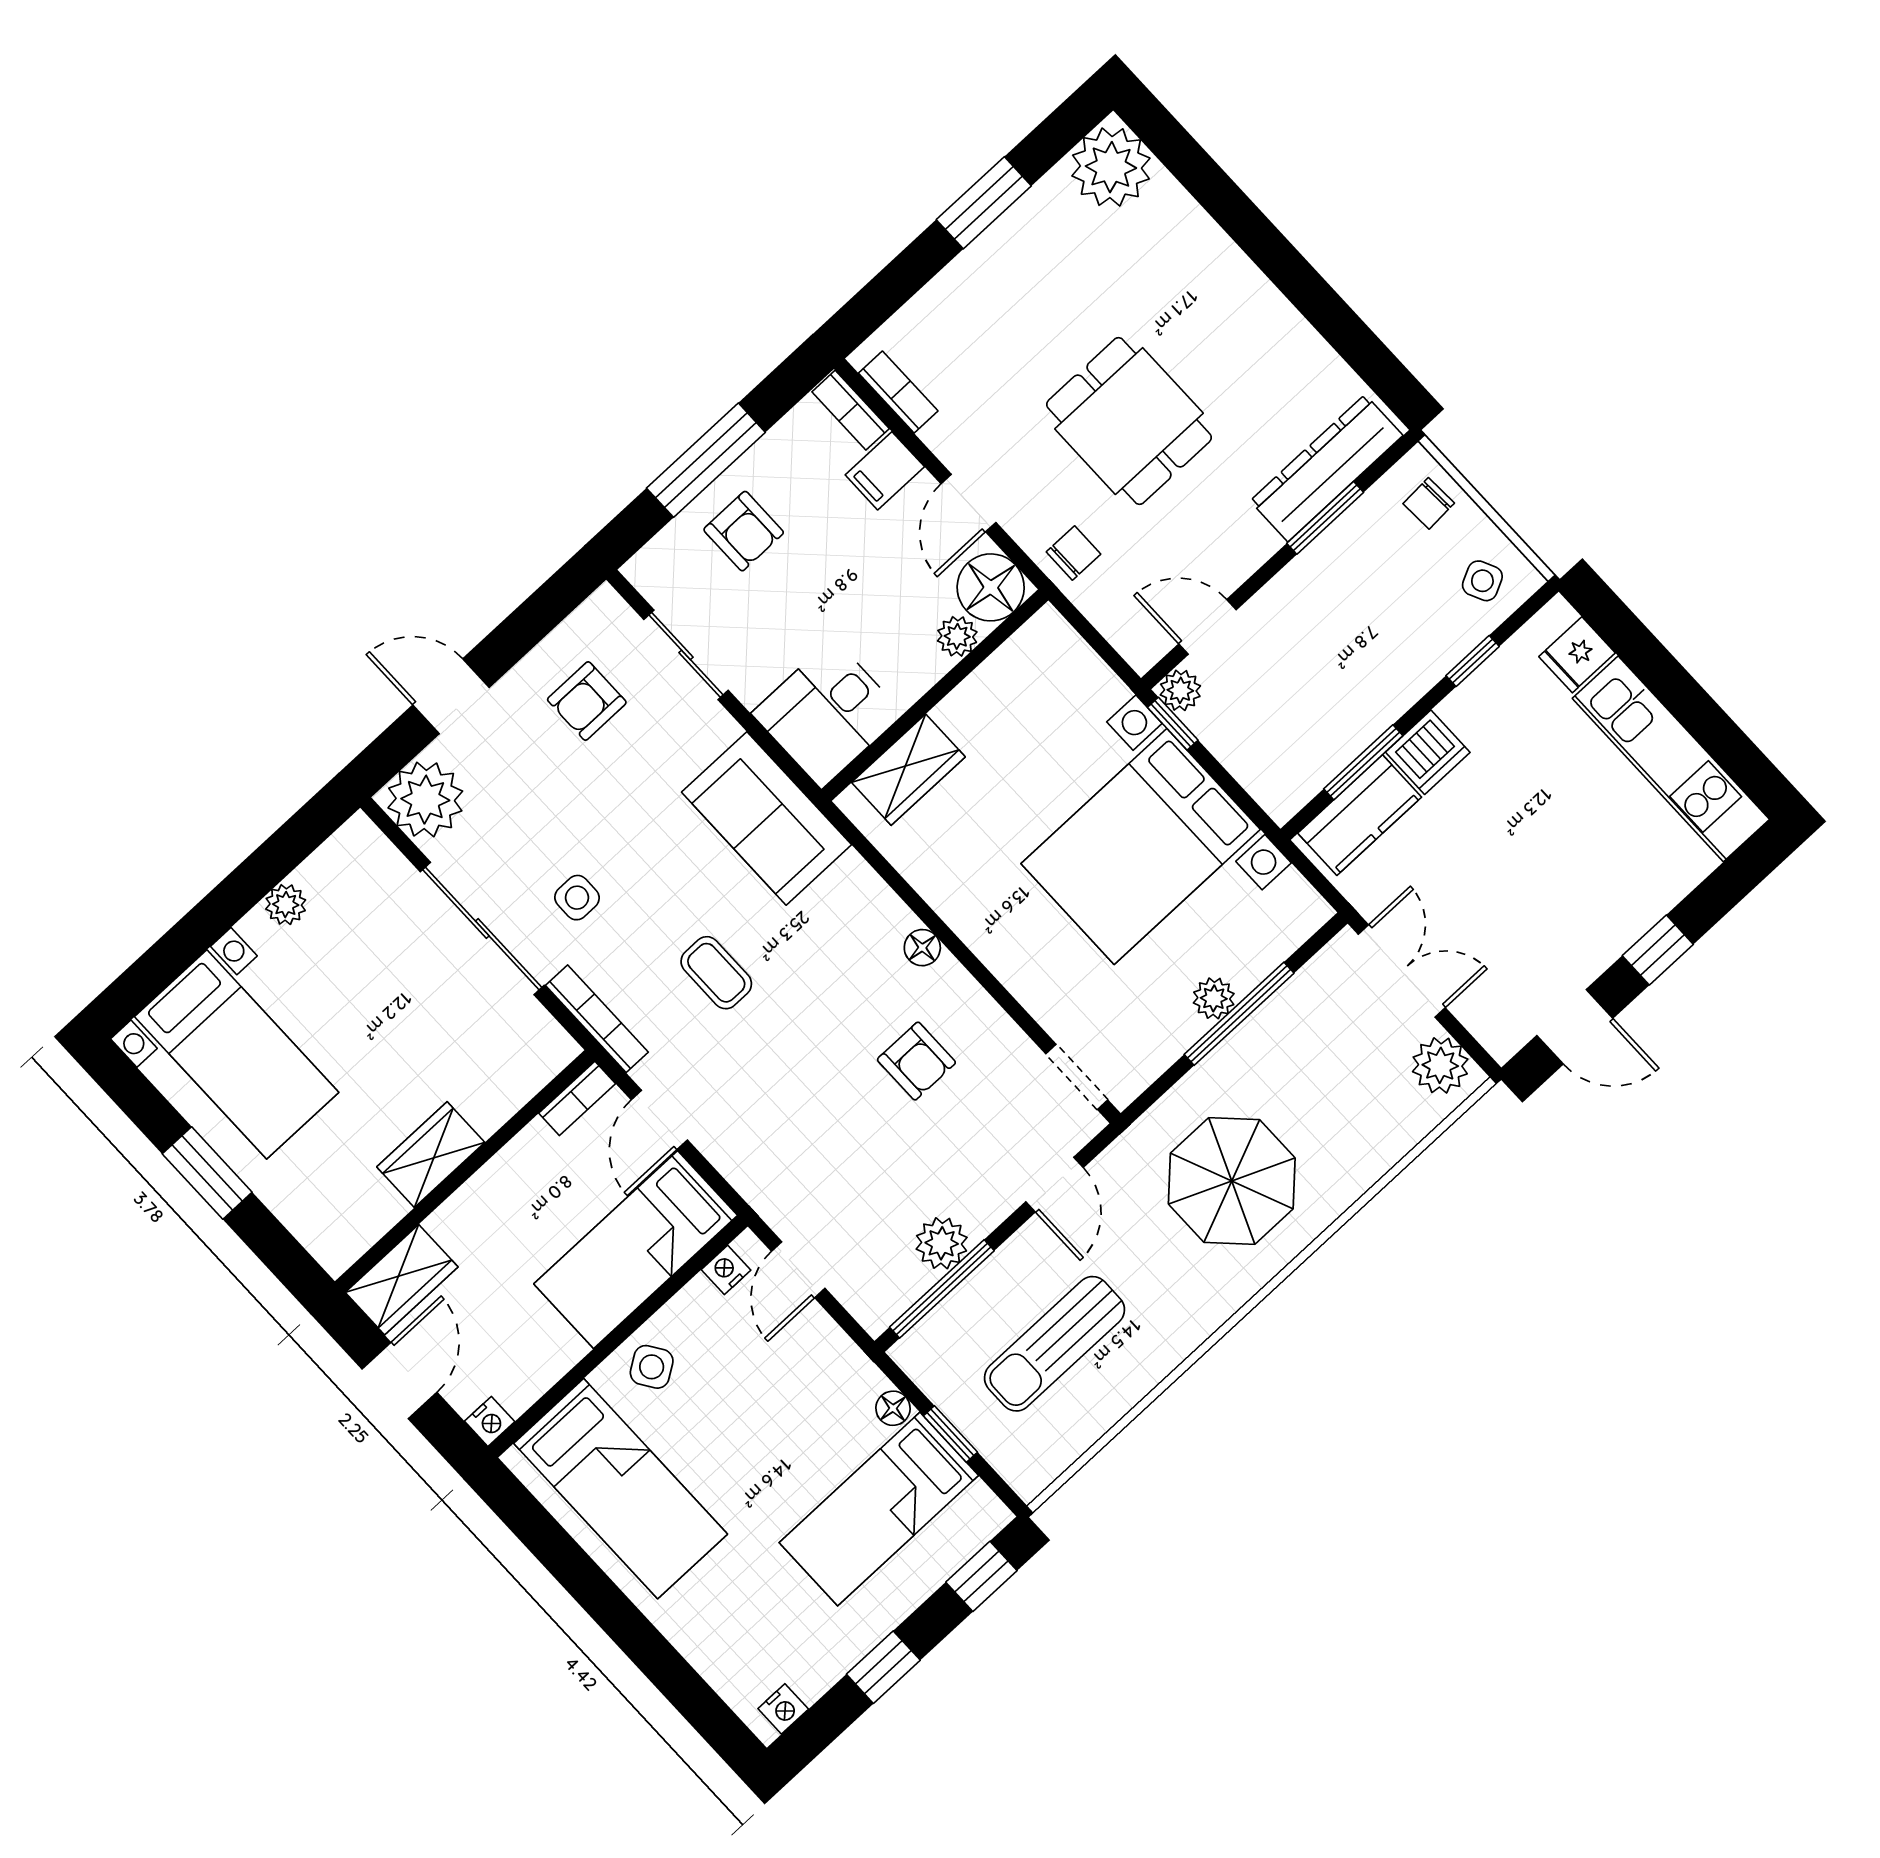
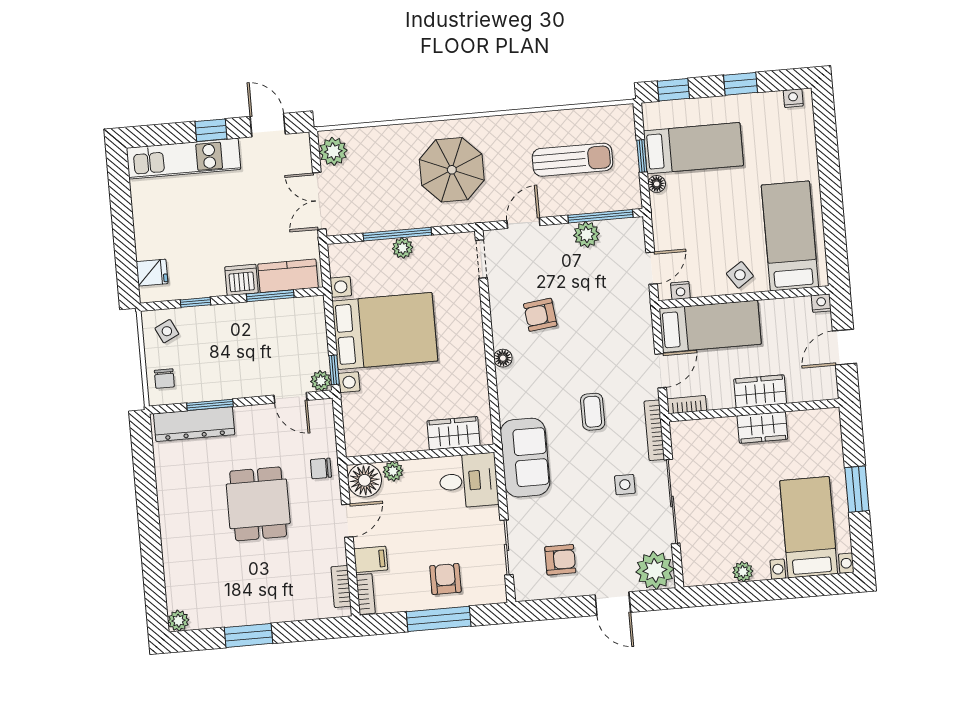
plant: (1111, 167) -> (178, 621), width x0.53, depth x0.53
chair: (1429, 503) -> (164, 379), turned 93
kitchen unit: (1671, 759) -> (183, 159), moved, turned 90
armchair: (916, 1061) -> (540, 315), turned -97
wardrobe: (402, 1280) -> (760, 391), moved

